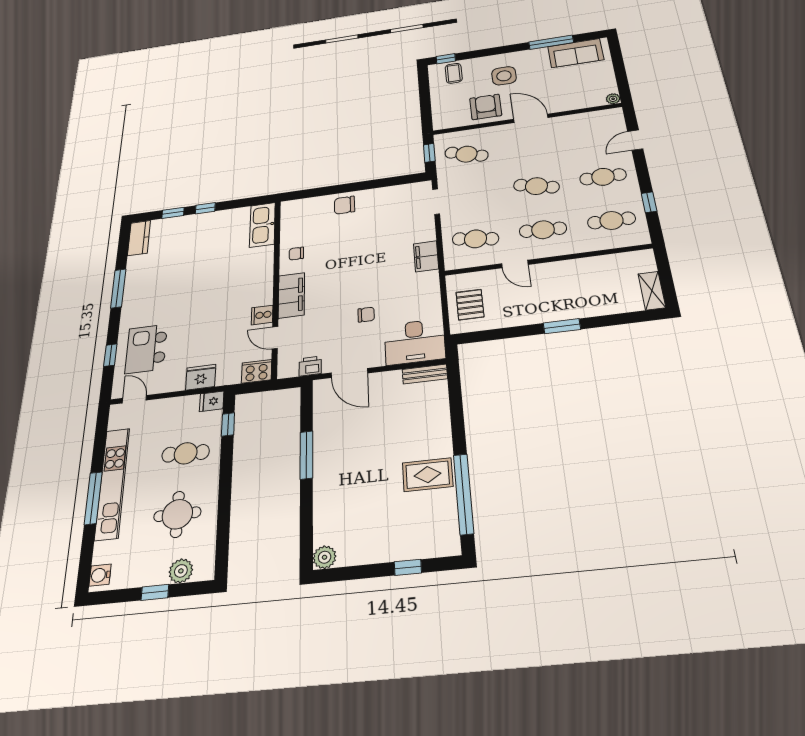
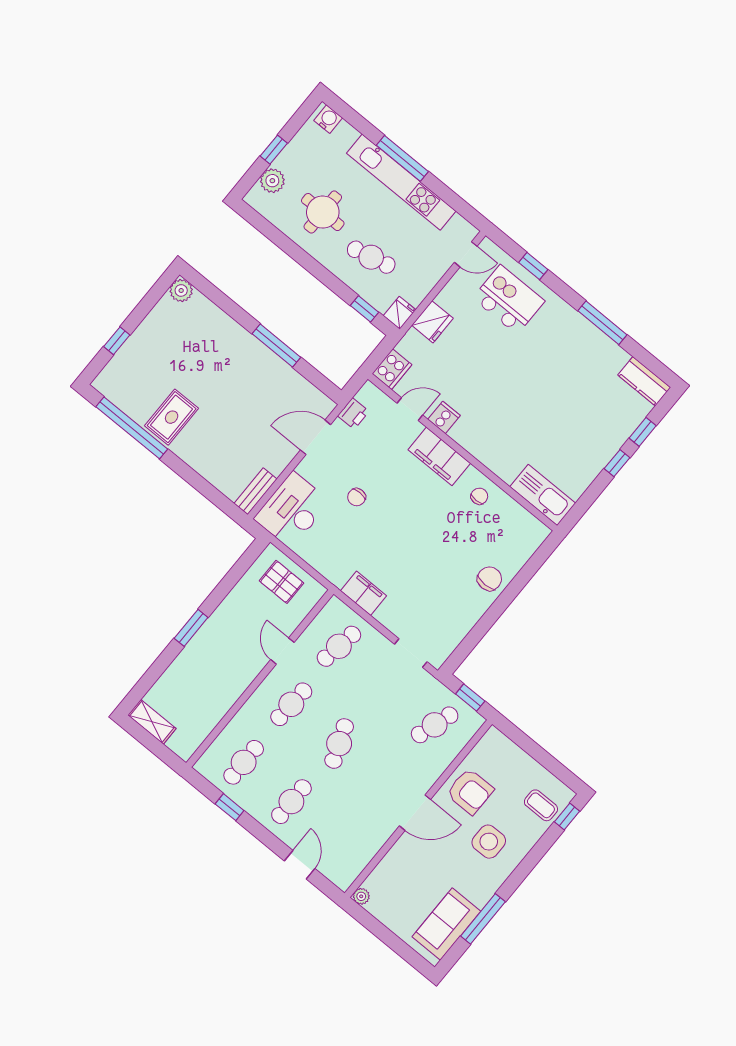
cafe table: (536, 186) -> (339, 744), turned -36
door: (515, 264) -> (282, 651), hinge flipped
cafe table: (186, 453) -> (371, 257), turned 75

